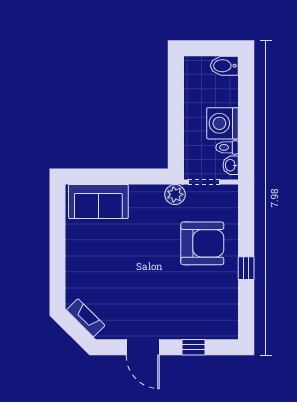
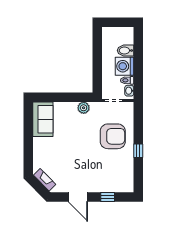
bidet: (224, 66) -> (126, 50), moved
plant: (175, 194) -> (84, 108), moved
sofa: (98, 202) -> (43, 119), moved, turned -90

